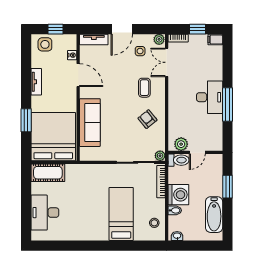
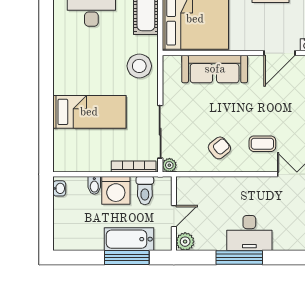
plant: (181, 144) -> (185, 242), moved
door: (197, 152) -> (174, 216), swing flipped
toilet: (179, 160) -> (145, 191), moved
window: (228, 187) -> (127, 258), width x1.44
bathtub: (214, 215) -> (129, 239), moved
stool: (154, 223) -> (139, 66), moved, width x1.89, depth x1.89

